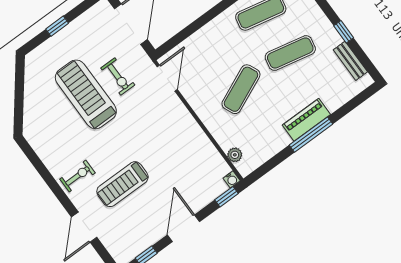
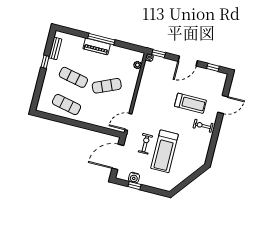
water cooler: (84, 23) -> (134, 178), added
window: (57, 26) -> (134, 186), moved

